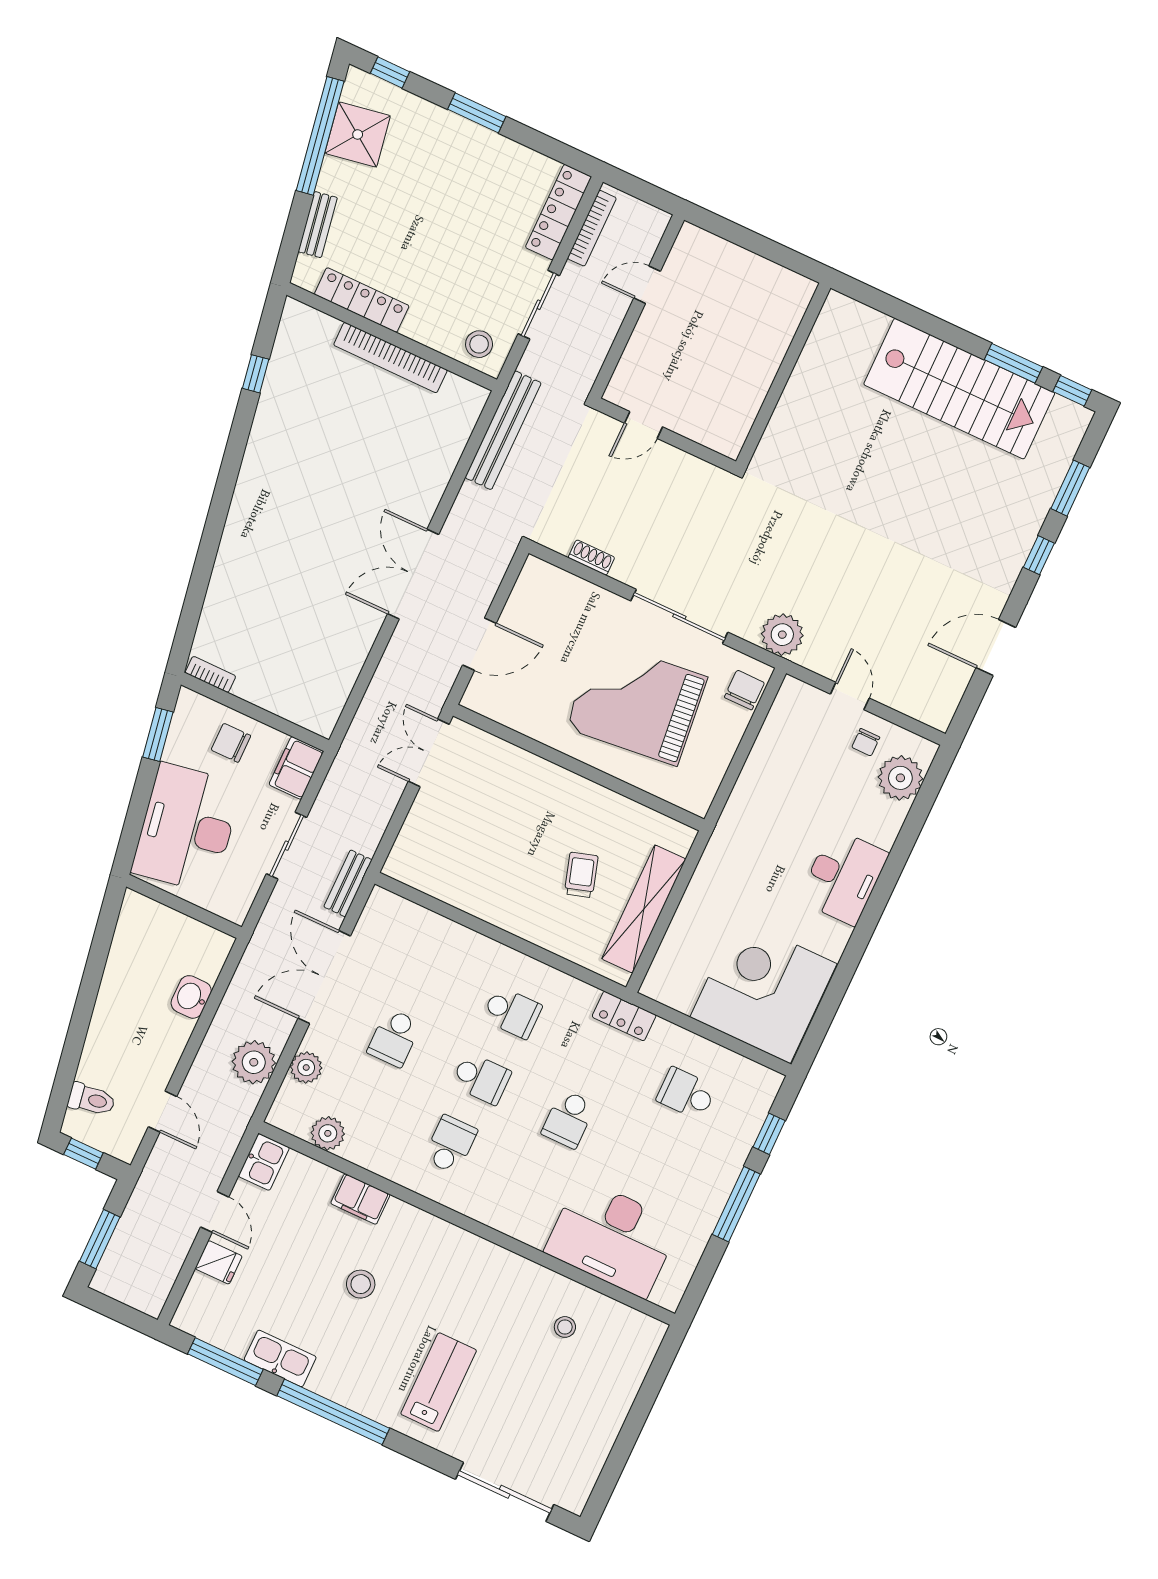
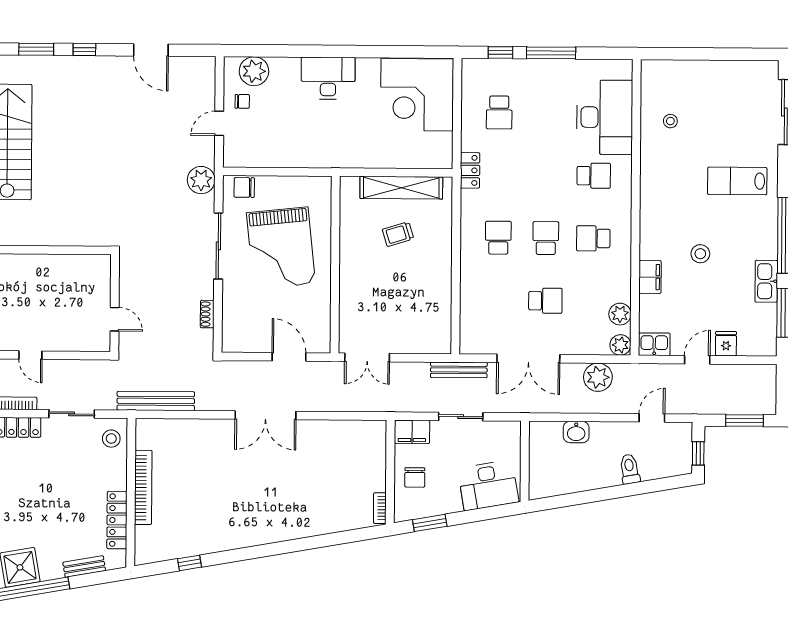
desk: (187, 828) -> (488, 485), width x0.73, depth x0.77
bench: (348, 883) -> (459, 370), width x1.36
plant: (306, 1068) -> (620, 345), moved
toilet: (91, 1099) -> (630, 469), moved
school desk: (568, 1119) -> (594, 176), moved

